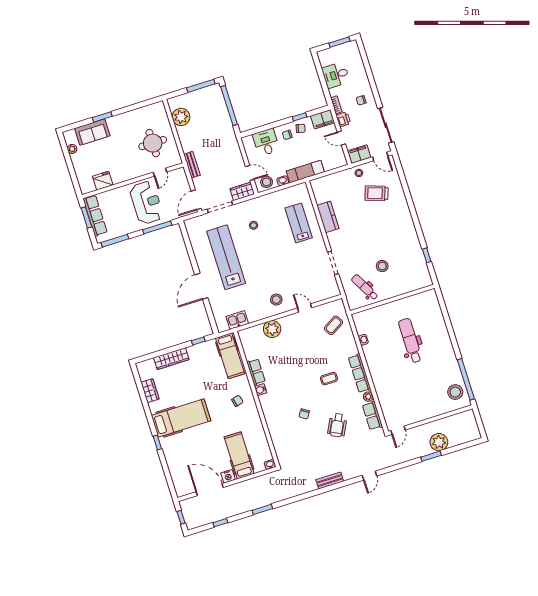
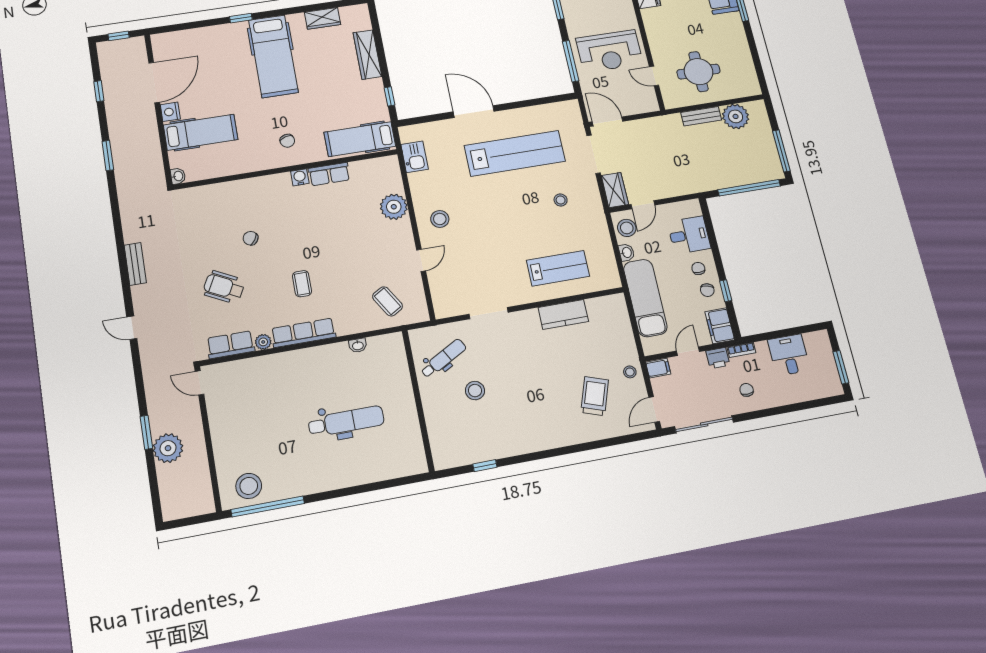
filing cabinet: (359, 154) -> (658, 368), width x0.50
bench: (192, 165) -> (701, 116), moved
exam couch: (305, 172) -> (645, 298), width x1.36, depth x1.45

